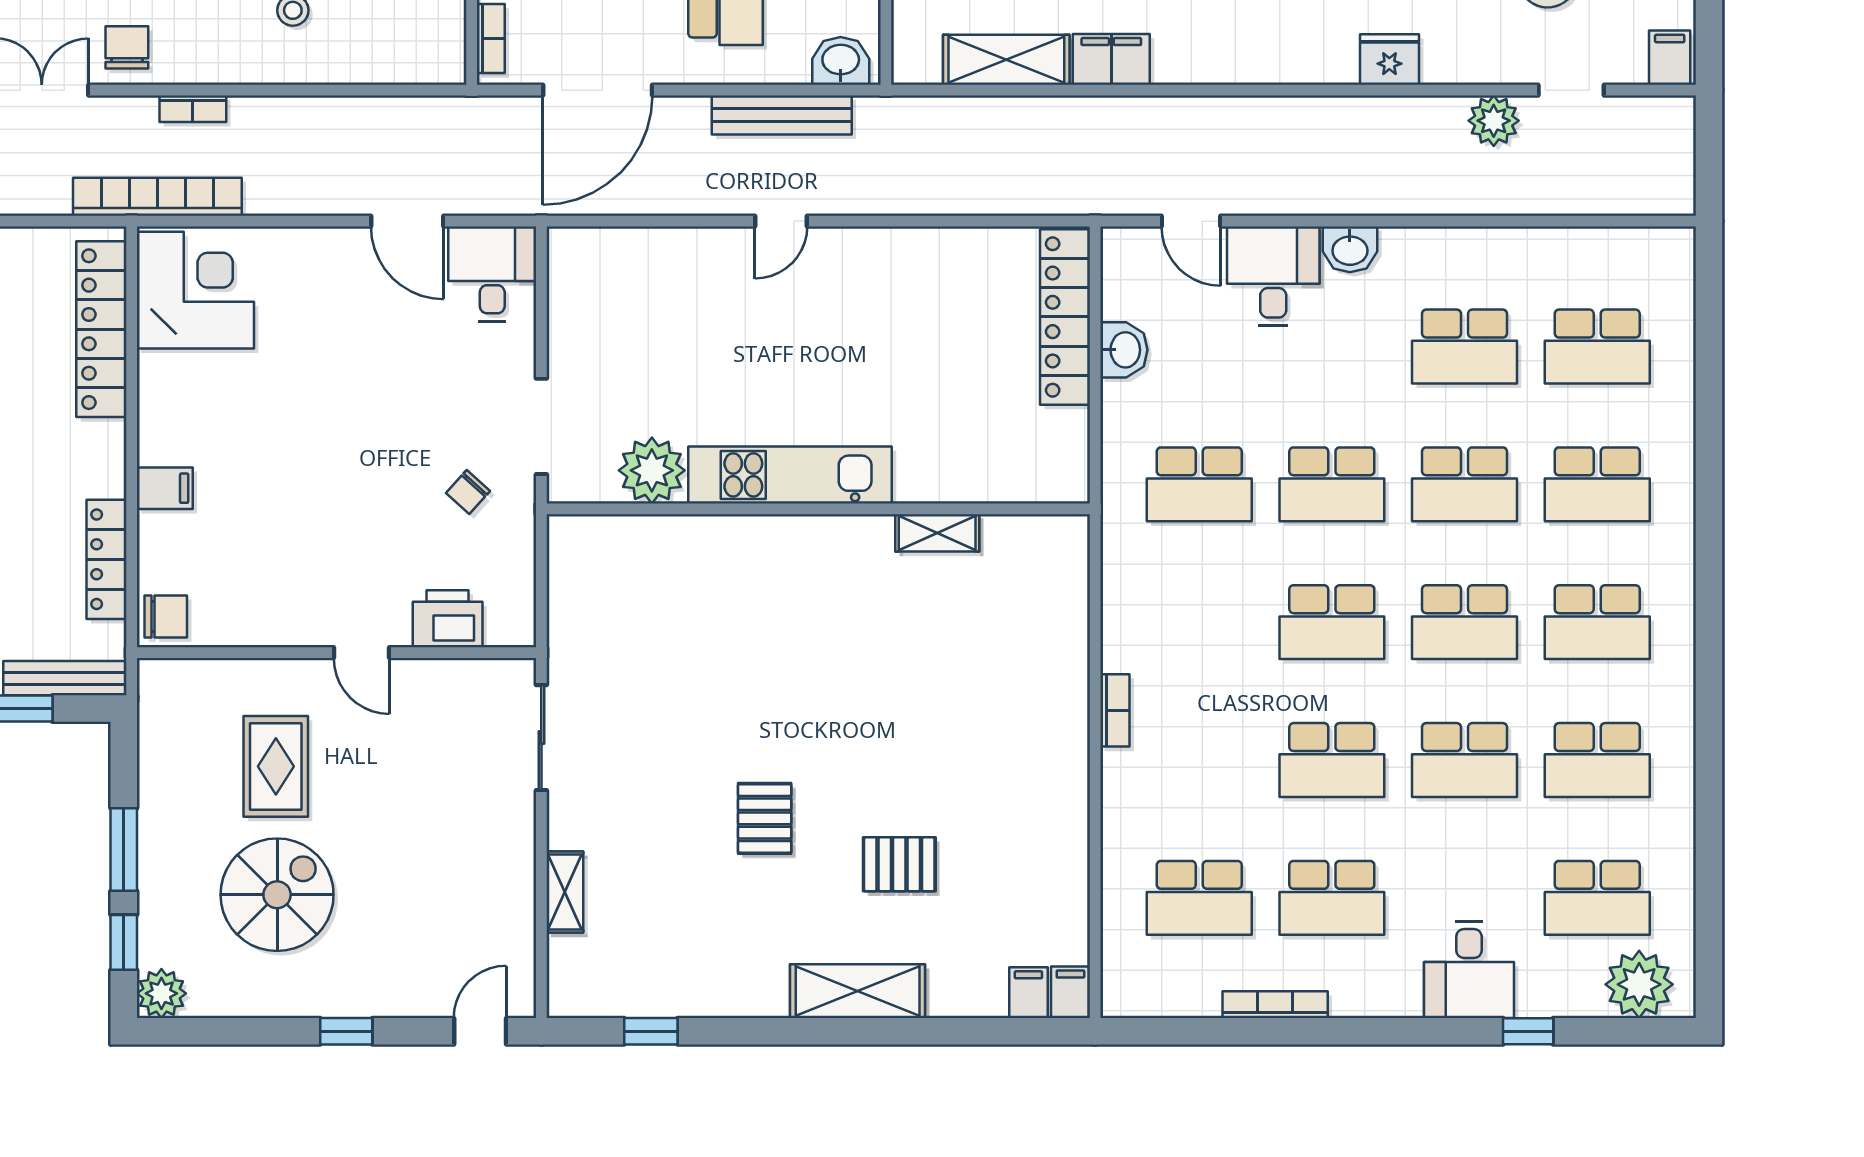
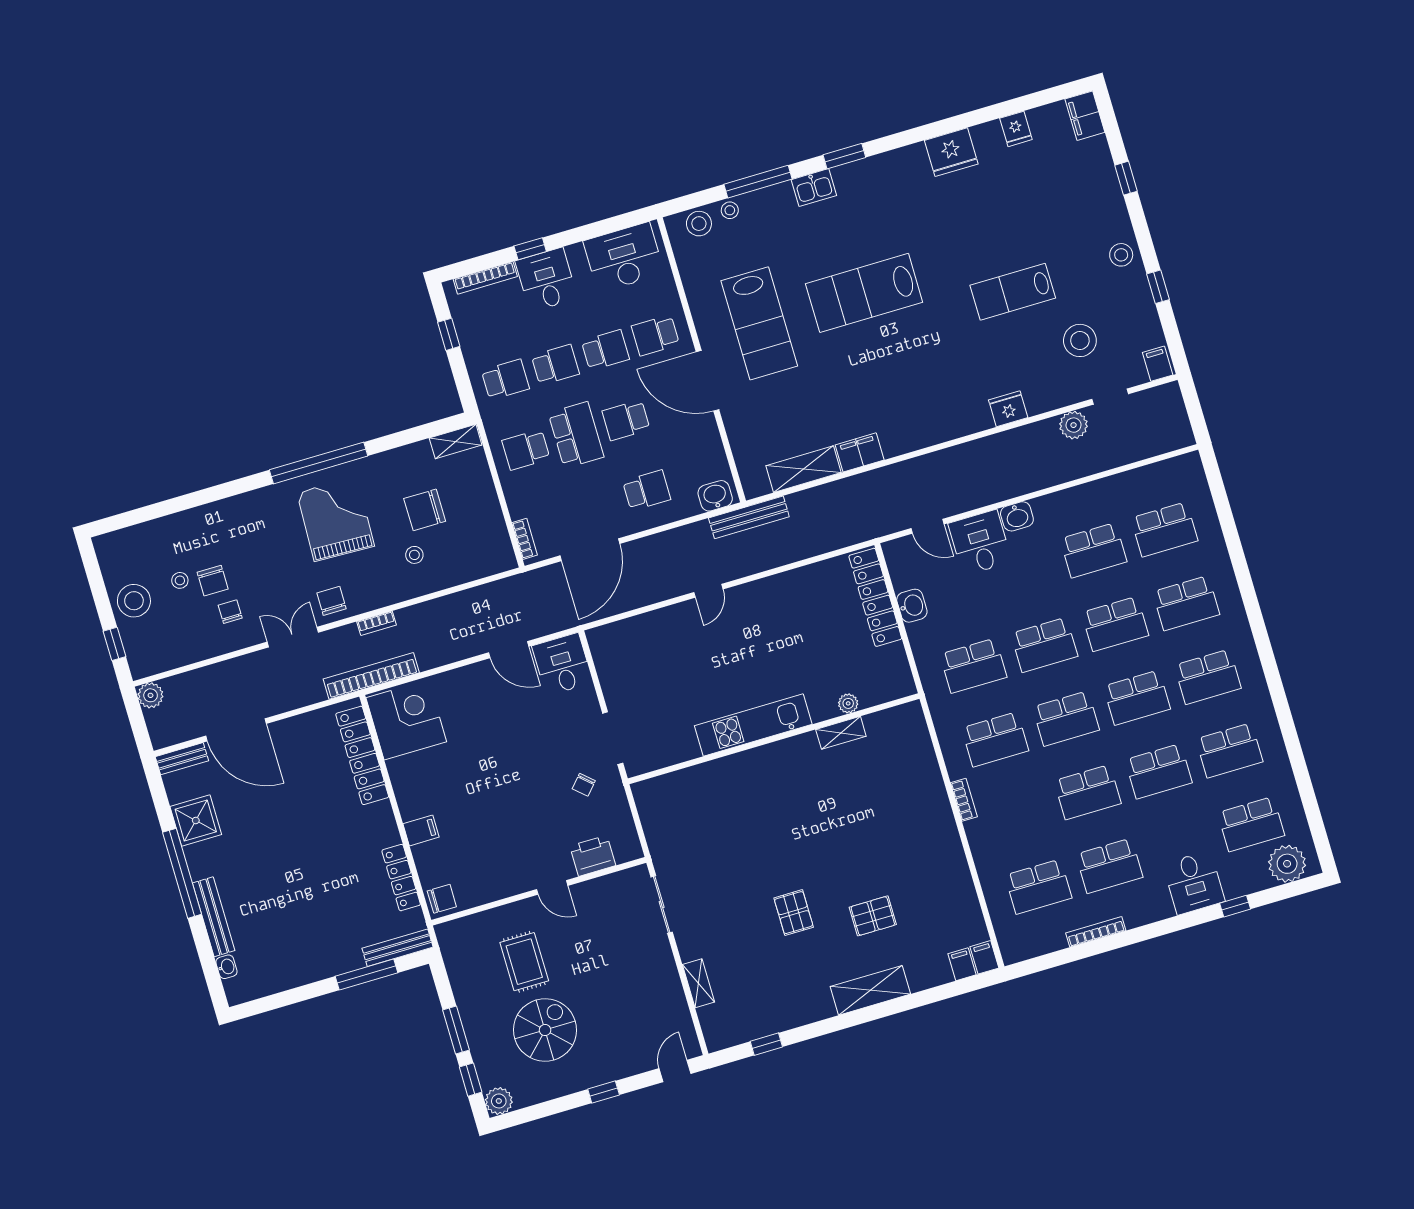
bench: (782, 115) -> (749, 517), moved
plant: (652, 470) -> (848, 703), moved, width x0.53, depth x0.53
school desk: (1199, 622) -> (995, 739), added

